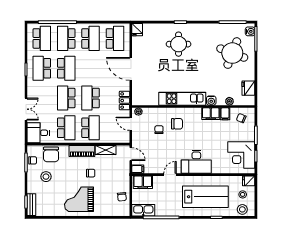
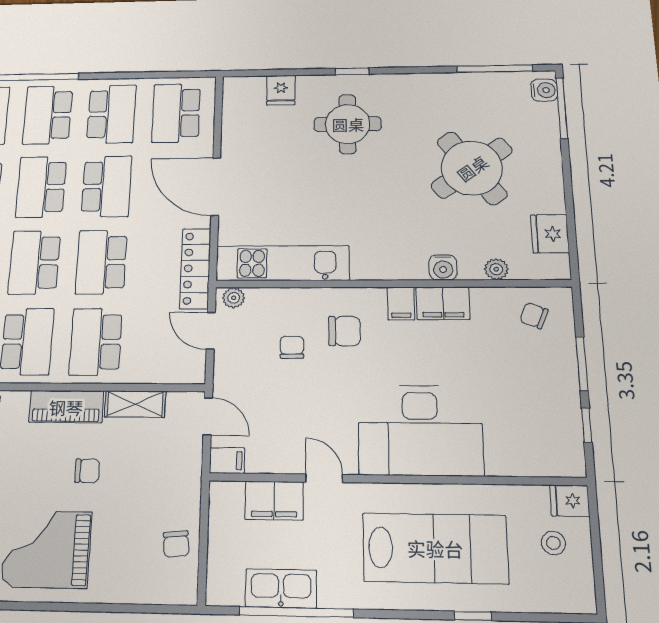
fridge: (137, 30) -> (281, 90), moved
school desk: (115, 38) -> (176, 113), turned 180
round table: (232, 53) -> (472, 168), moved, turned 33
school desk: (66, 68) -> (41, 187), turned 180
school desk: (91, 68) -> (107, 186), added
kitchen unit: (182, 99) -> (282, 263), moved
locker: (125, 101) -> (195, 268), width x1.53
filing cabinet: (225, 114) -> (401, 304), moved
school desk: (91, 128) -> (96, 342), turned 180
corner desk: (241, 155) -> (541, 421), removed
desk: (196, 162) -> (420, 430), width x1.36, depth x1.30
door: (170, 175) -> (324, 478), hinge flipped
filing cabinet: (143, 182) -> (274, 501), moved
stool: (242, 209) -> (555, 591), removed
kitchen sink: (143, 210) -> (281, 588), moved

